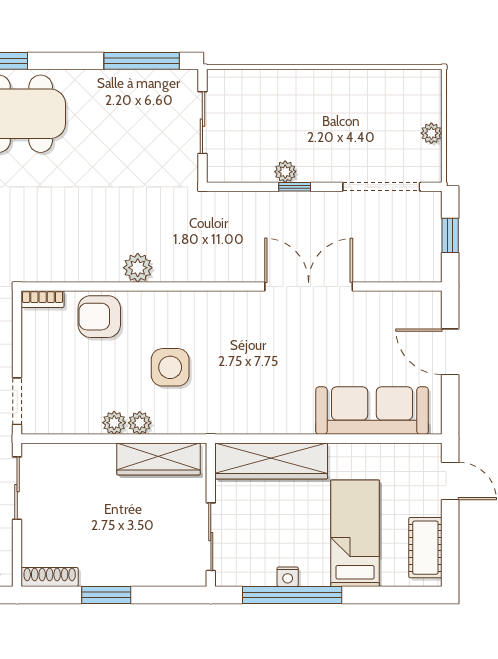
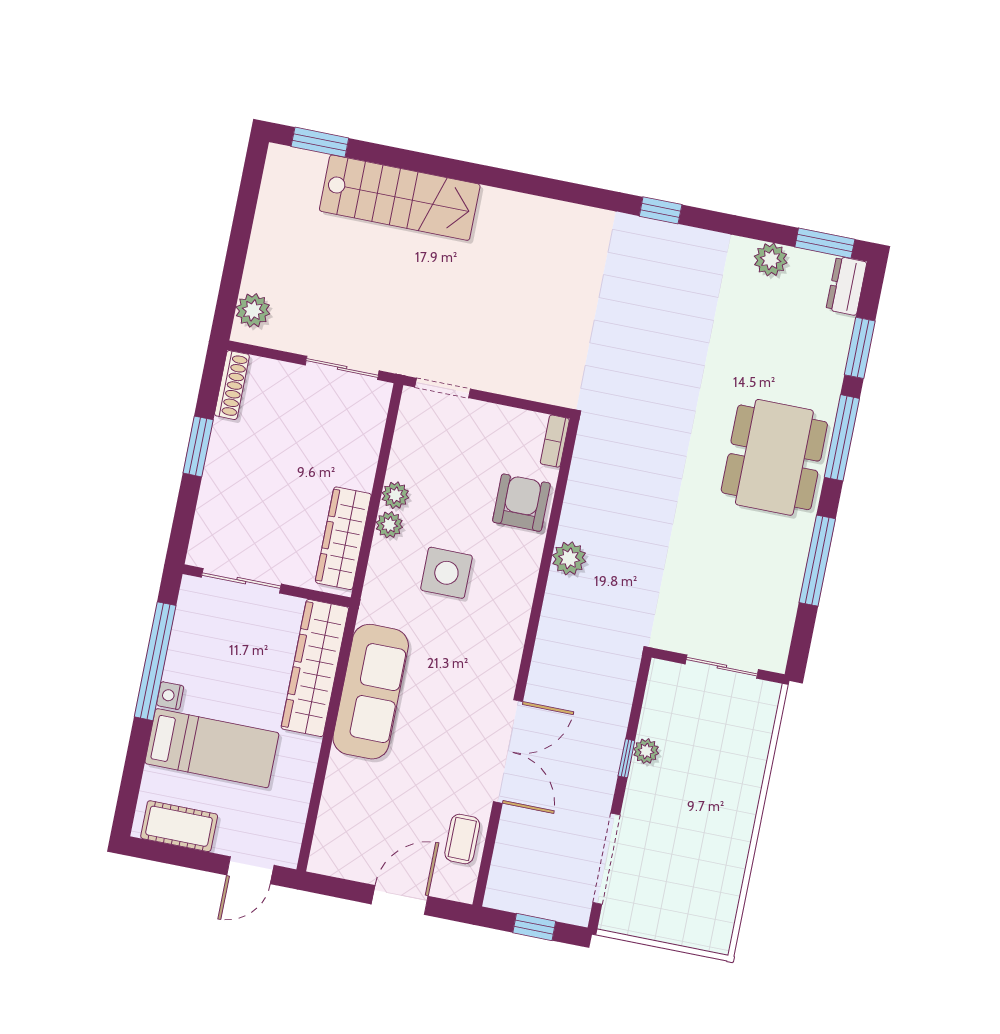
window: (142, 61) -> (817, 561), moved
plant: (431, 133) -> (657, 929), removed
coffee table: (389, 310) -> (462, 839), added
sofa: (372, 411) -> (371, 692), moved
nightstand: (288, 577) -> (170, 696), moved

